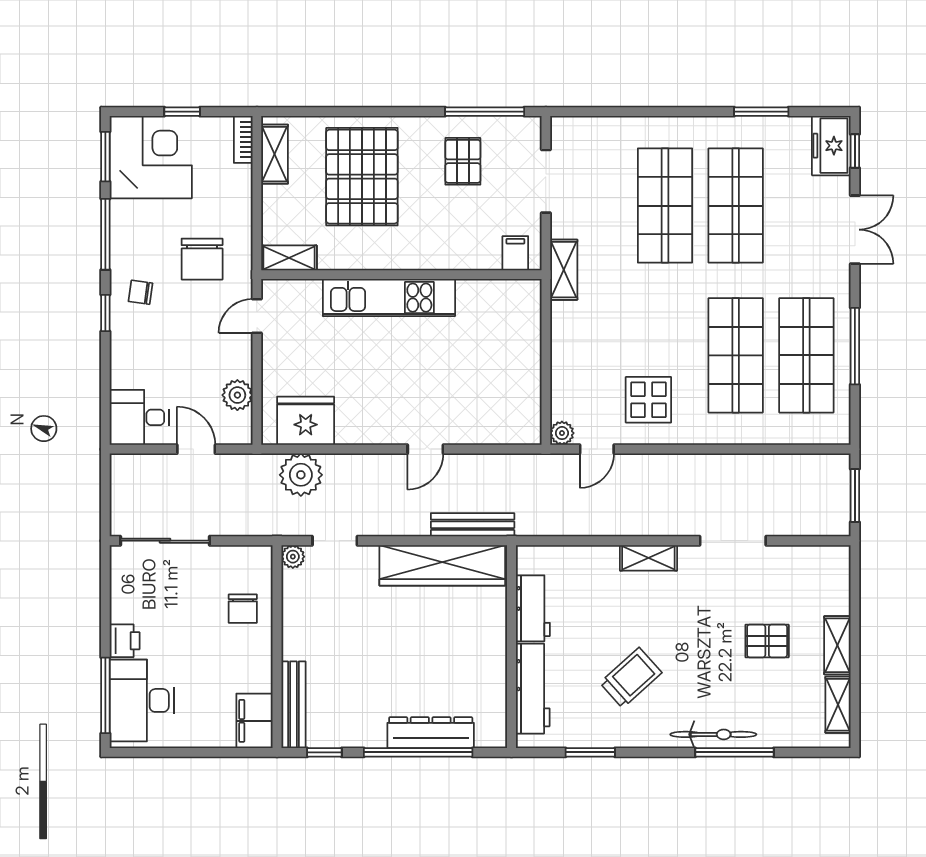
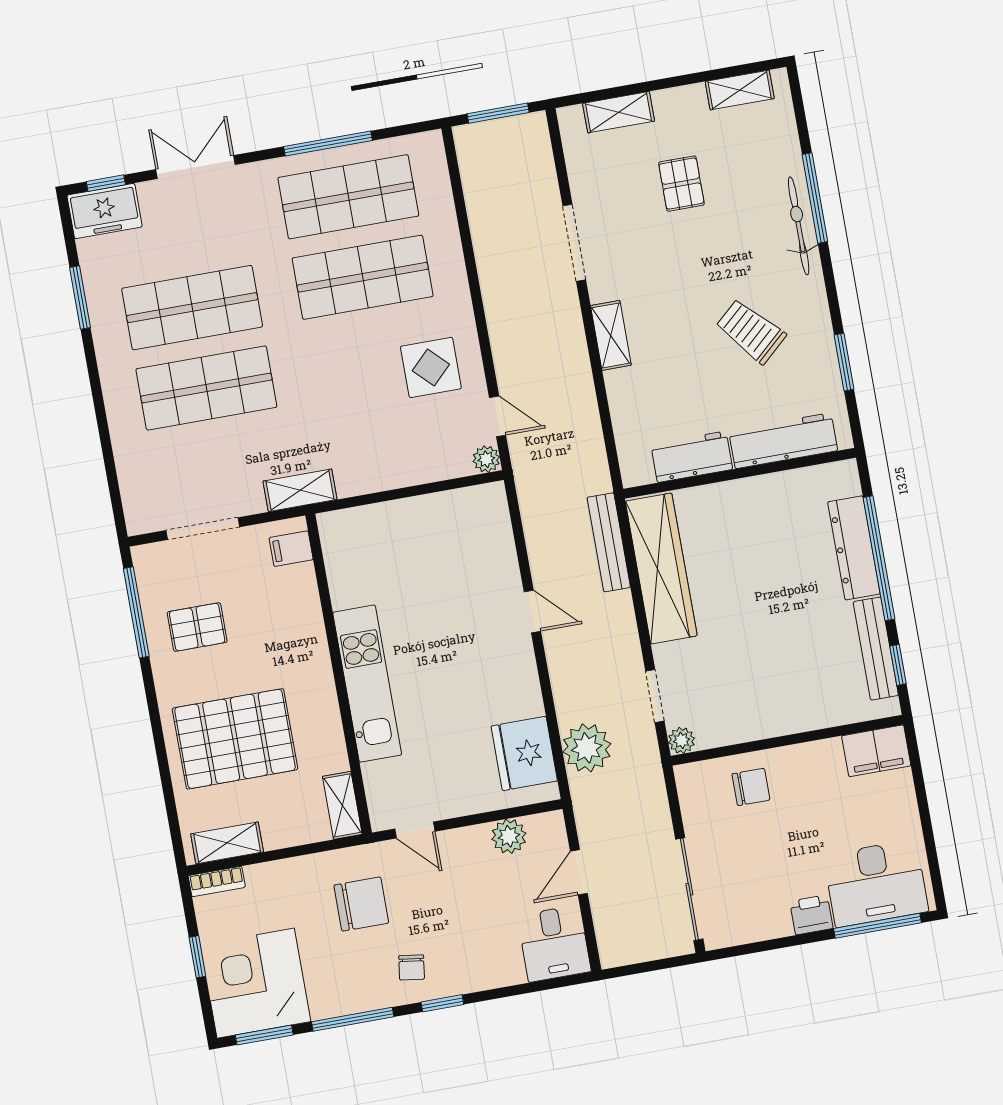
shelving: (837, 645) -> (619, 112), moved
bench: (293, 705) -> (876, 649), moved, turned 90

